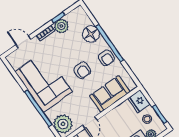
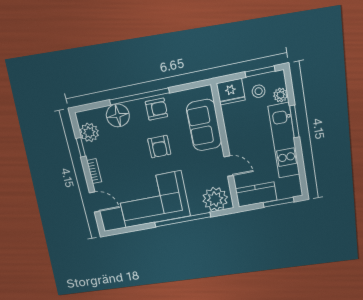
plant: (61, 26) -> (89, 132), moved
door: (23, 42) -> (95, 202), swing flipped
armchair: (82, 70) -> (159, 147), turned 90

